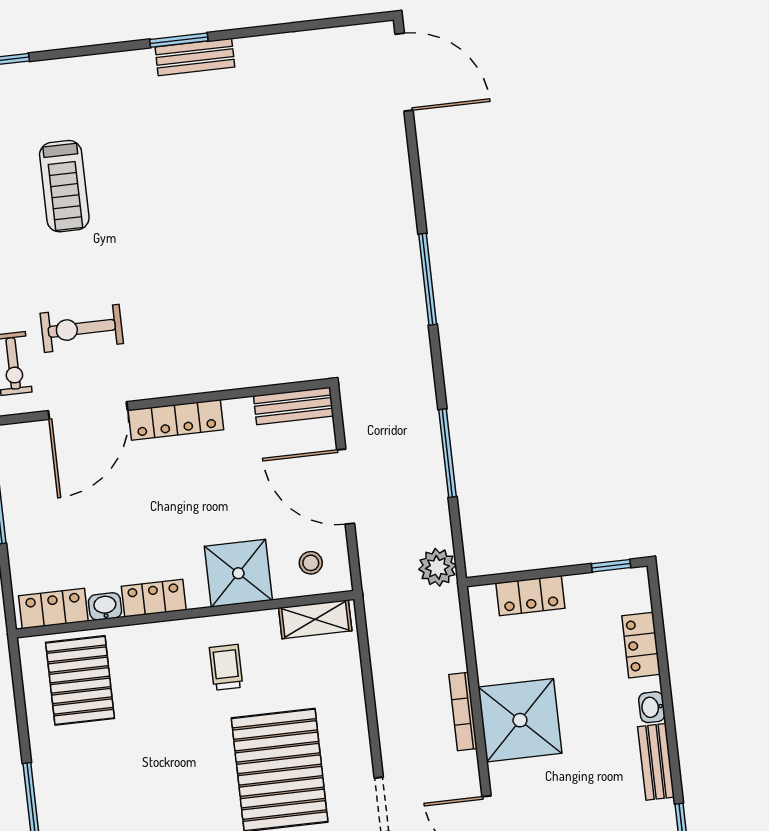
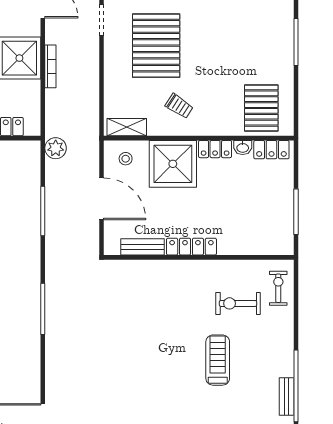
treadmill: (64, 186) -> (218, 360), moved
exercise bike: (82, 328) -> (238, 303), turned 180
bench: (294, 406) -> (143, 247), moved
door: (88, 411) -> (240, 257), removed
shower: (238, 573) -> (173, 164), width x1.37, depth x1.37
trolley: (226, 667) -> (179, 106), turned -57

